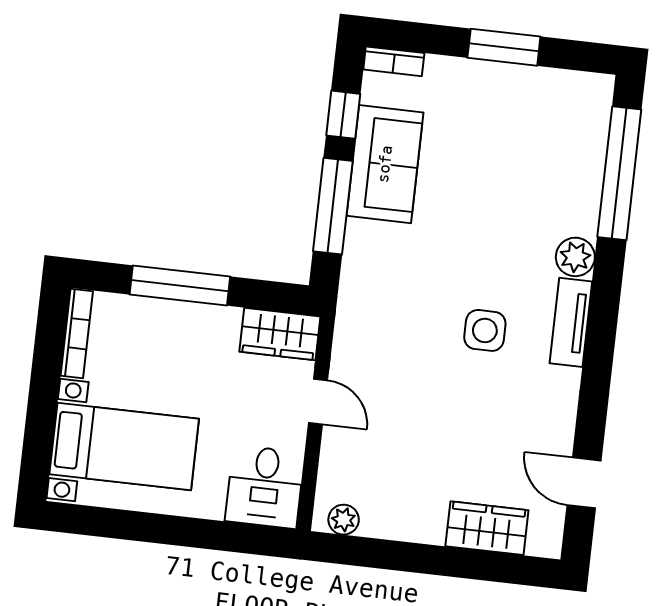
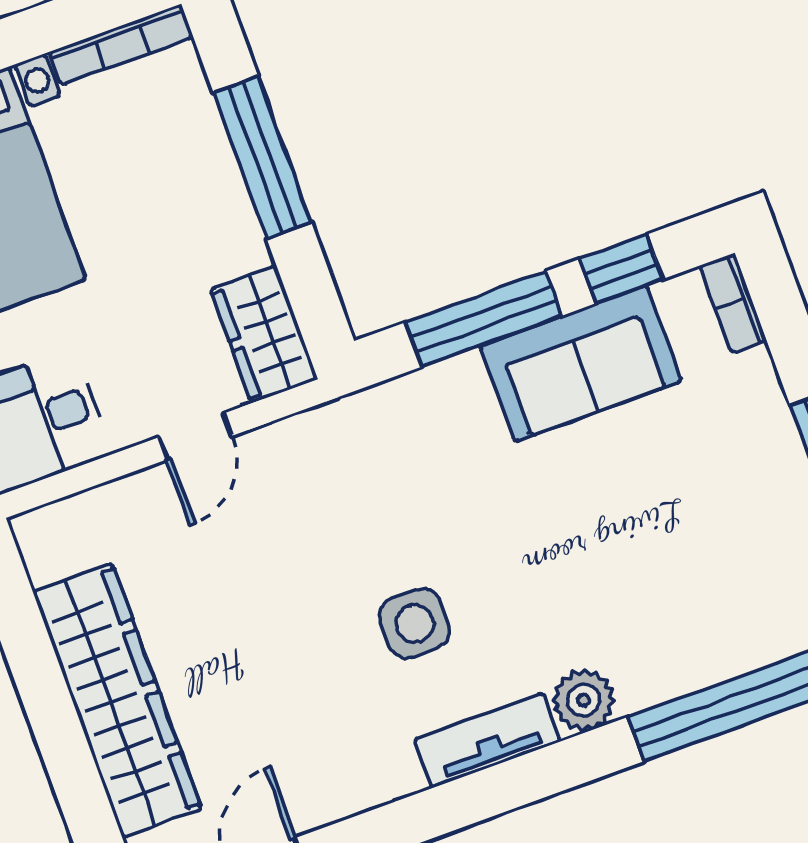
plant: (344, 520) -> (45, 557), removed
wardrobe: (487, 528) -> (117, 700), width x2.10, depth x1.17

